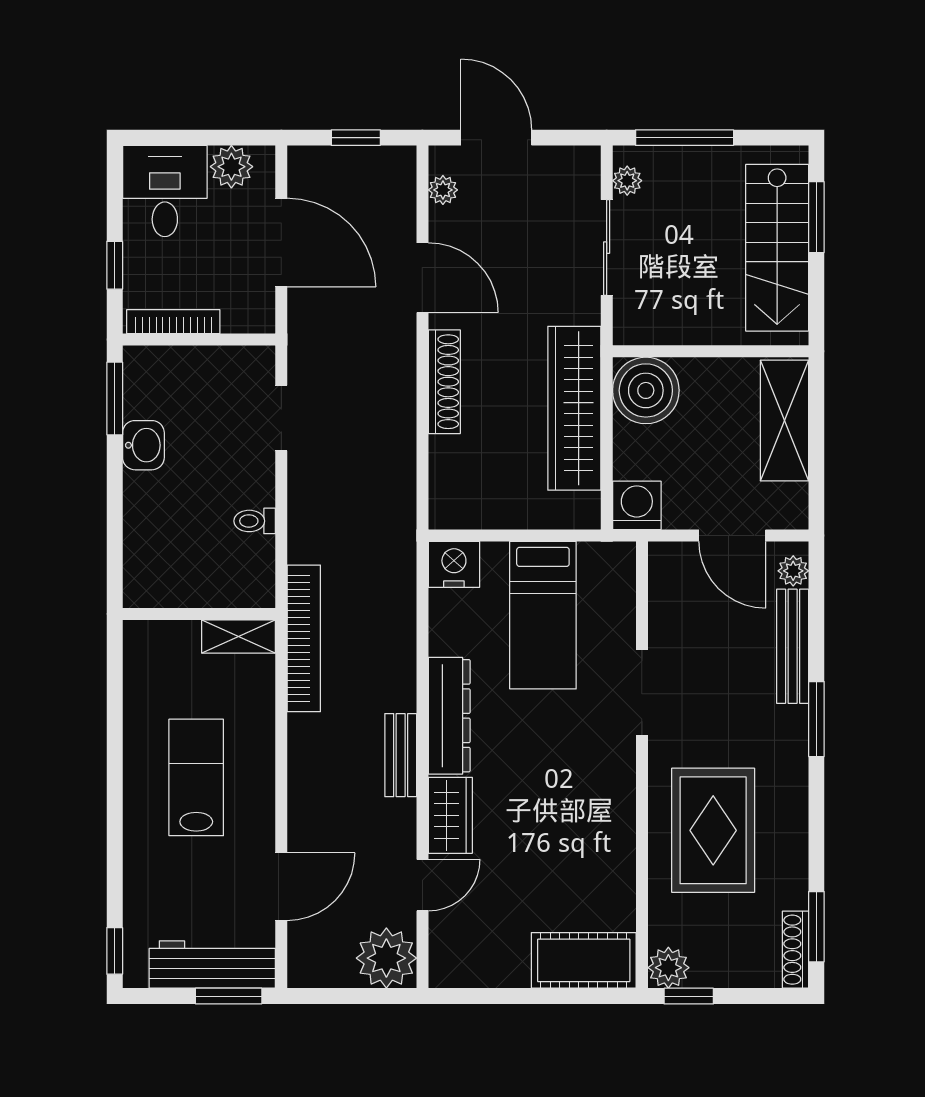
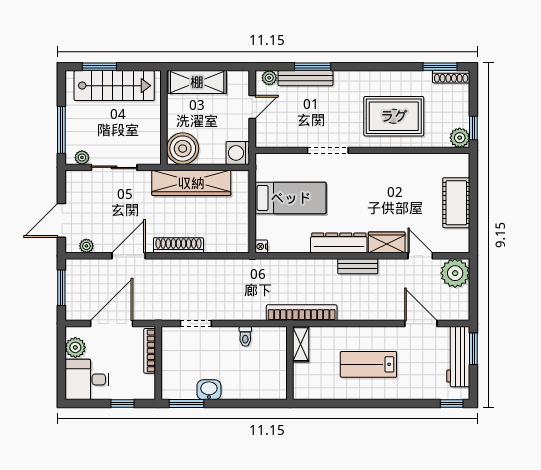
window: (356, 138) -> (61, 288), width x1.50
bookcase: (173, 322) -> (150, 351), moved
door: (732, 535) -> (252, 107), width x0.73
nightstand: (454, 564) -> (261, 246), width x0.53, depth x0.56
window: (816, 719) -> (313, 67), moved
cot: (584, 960) -> (456, 203), moved

